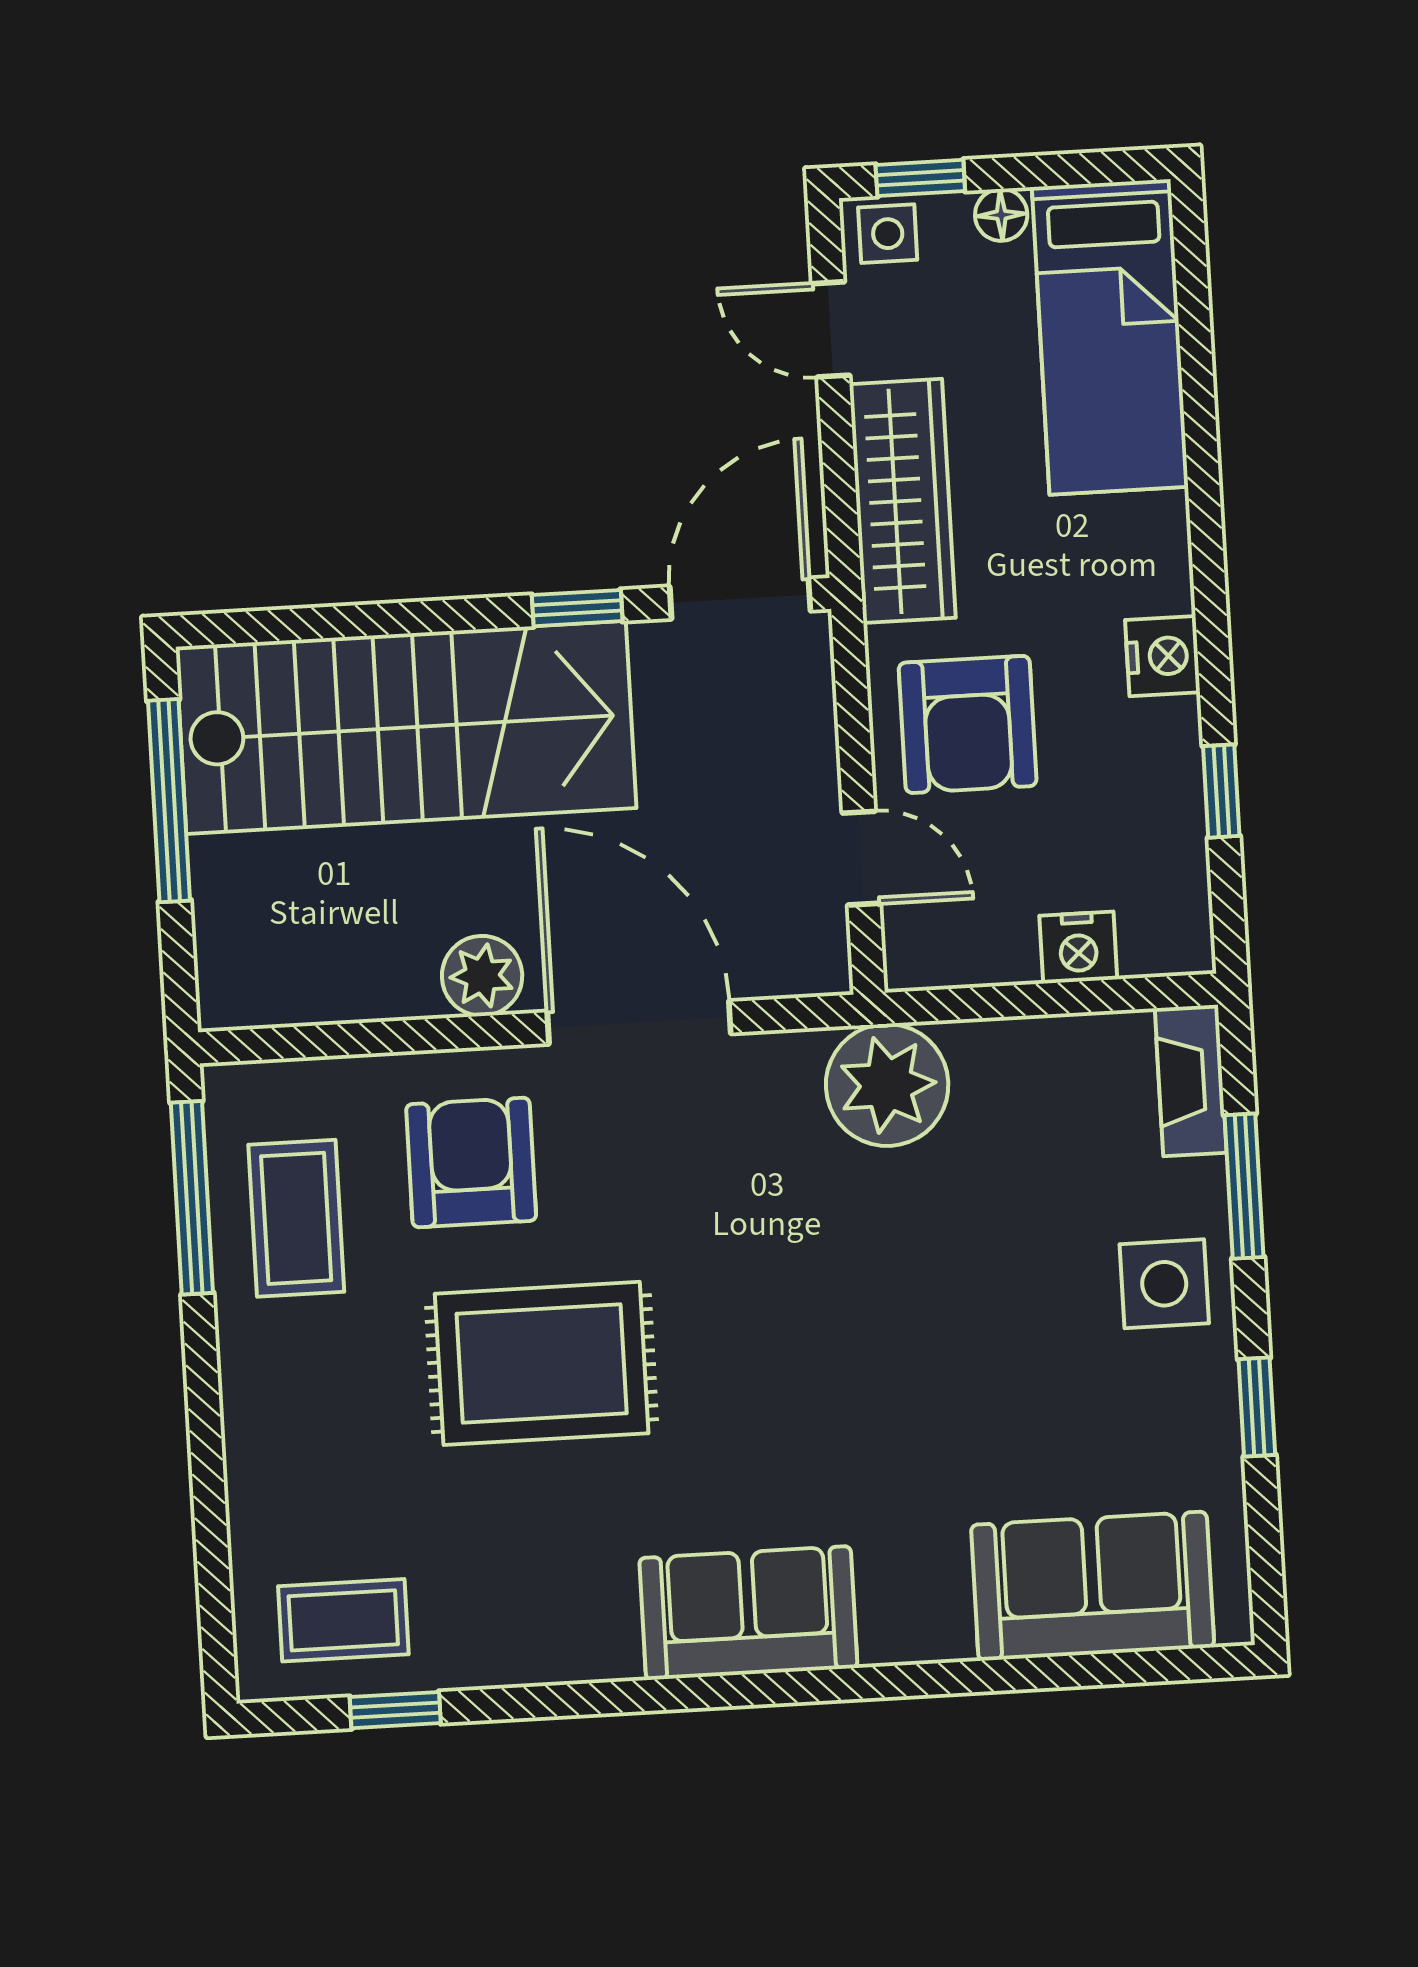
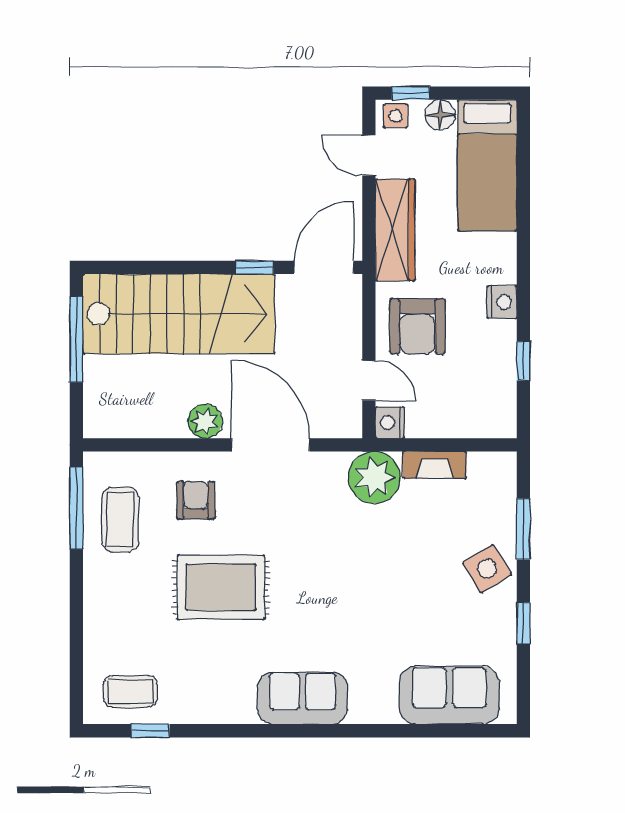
floor lamp: (1001, 215) -> (440, 115), width x1.37, depth x1.37
nightstand: (1078, 948) -> (390, 423), moved, turned 90
fireplace: (1191, 1081) -> (435, 465), moved, turned -90
armchair: (471, 1163) -> (196, 500), width x0.72, depth x0.72
side table: (1164, 1284) -> (487, 569), turned -32

